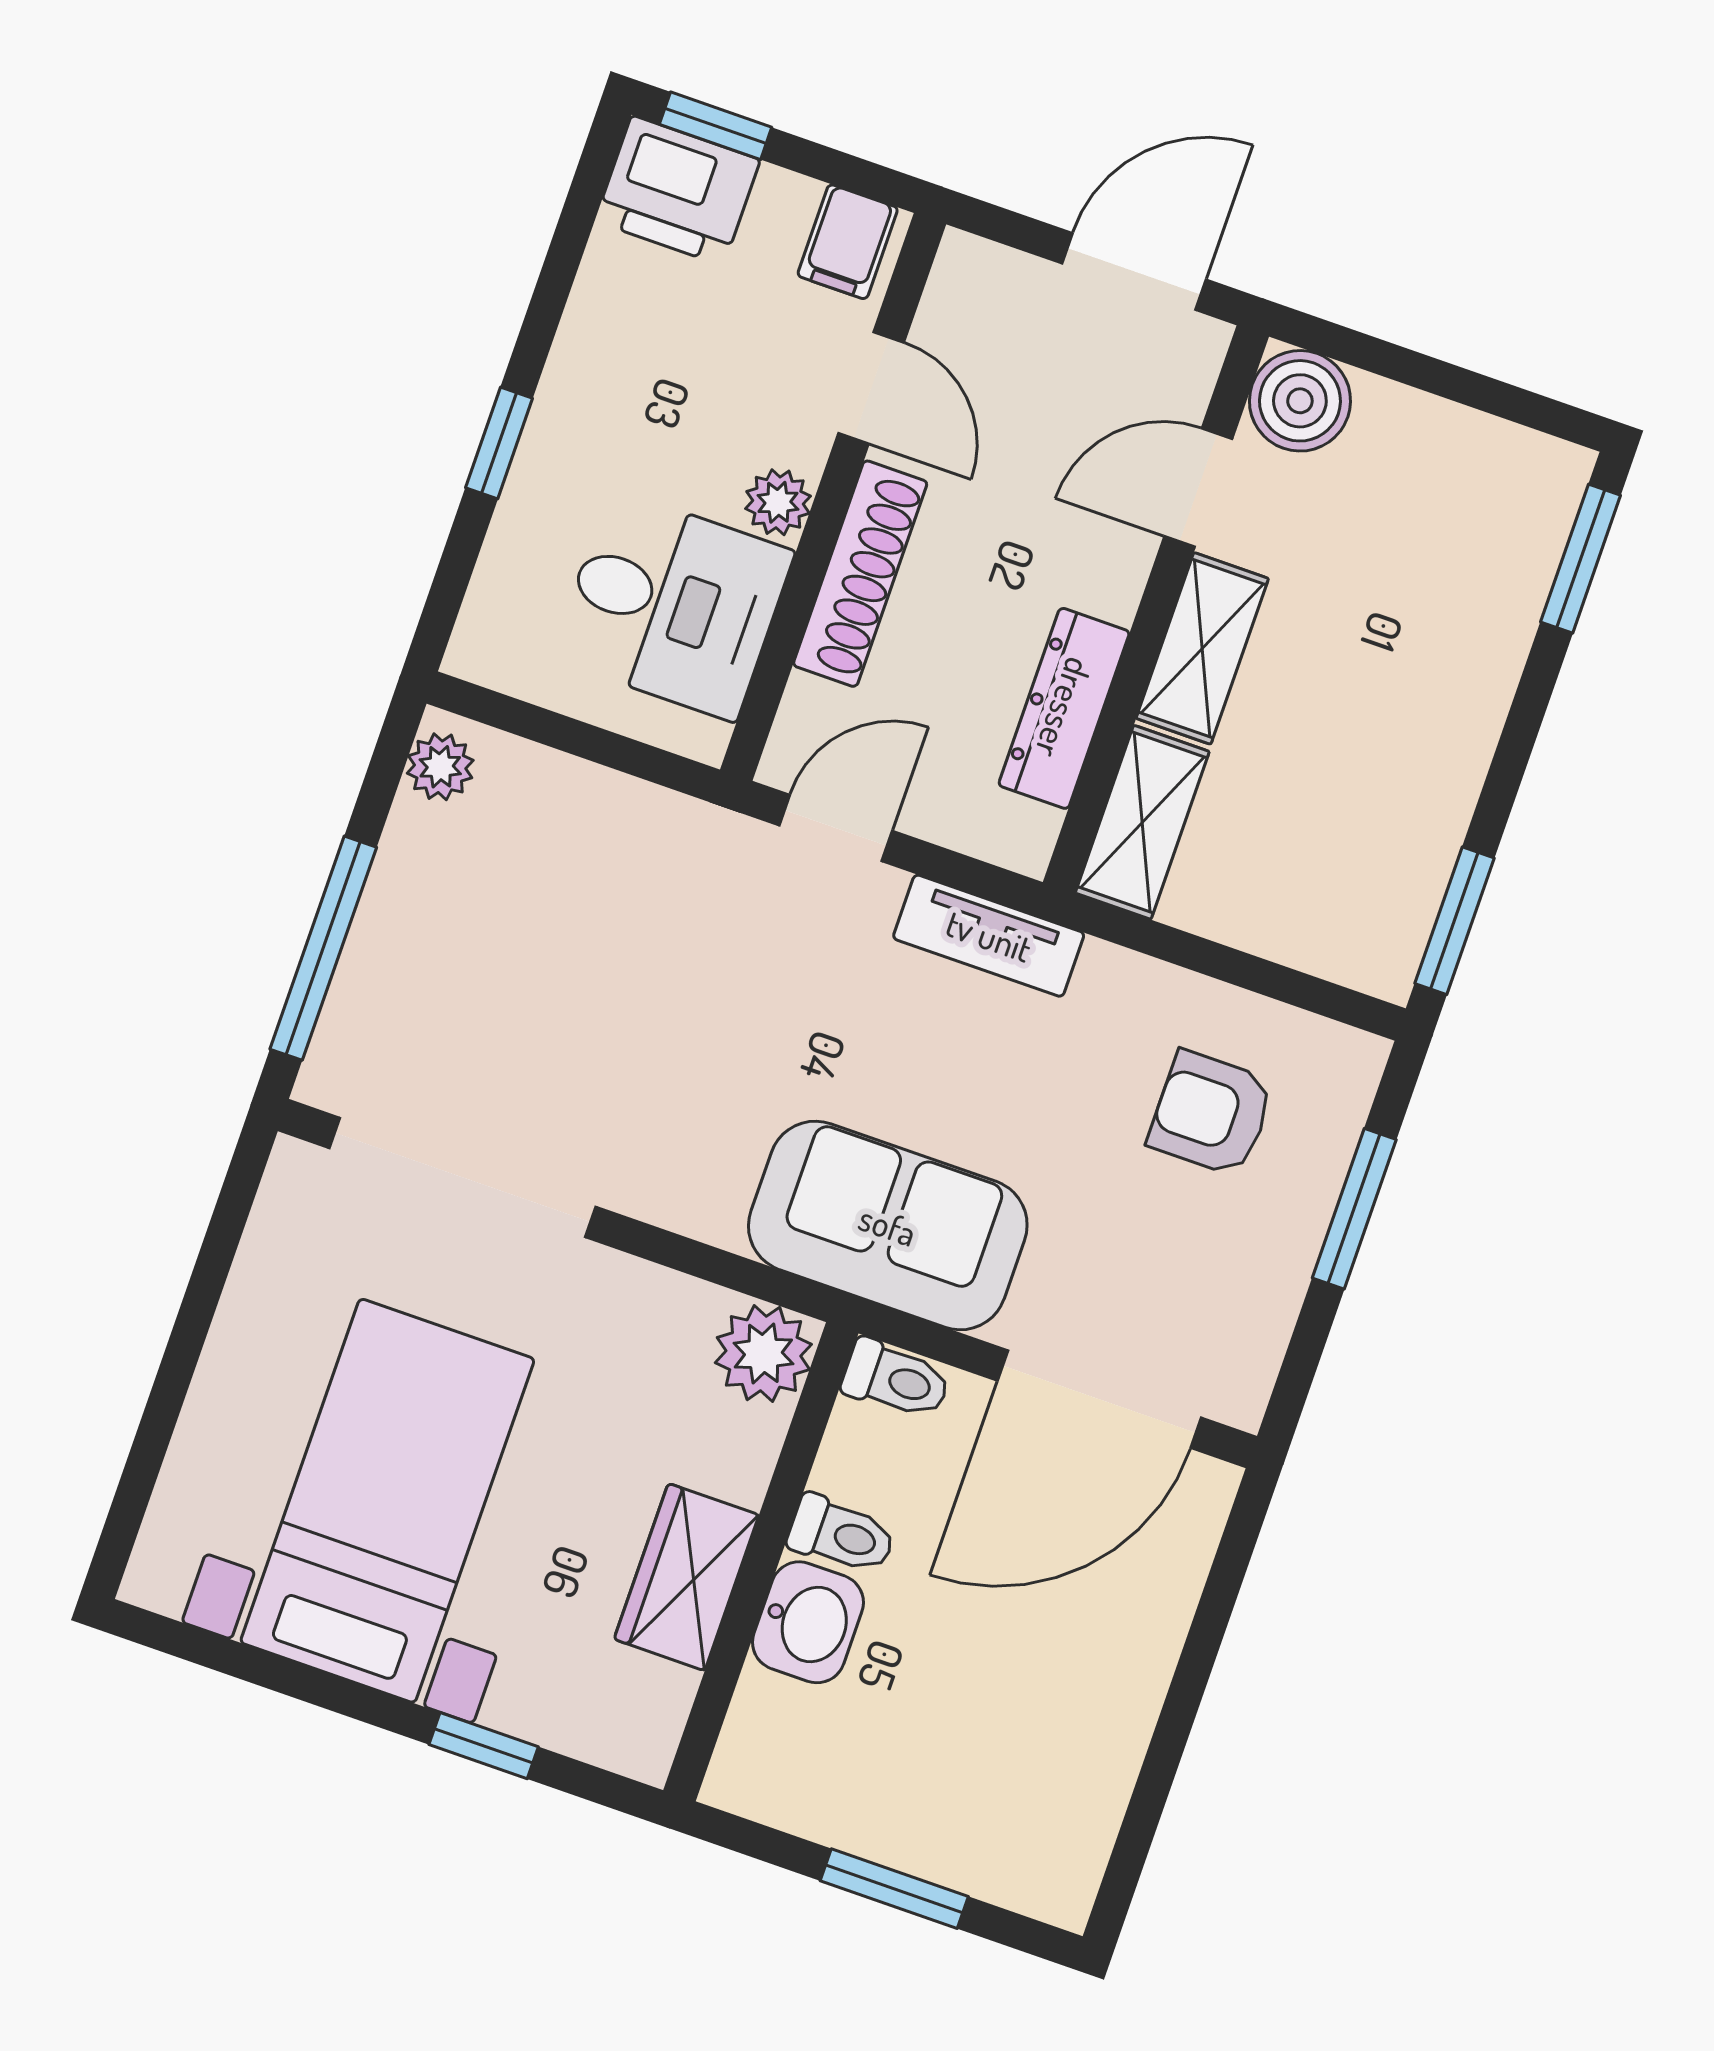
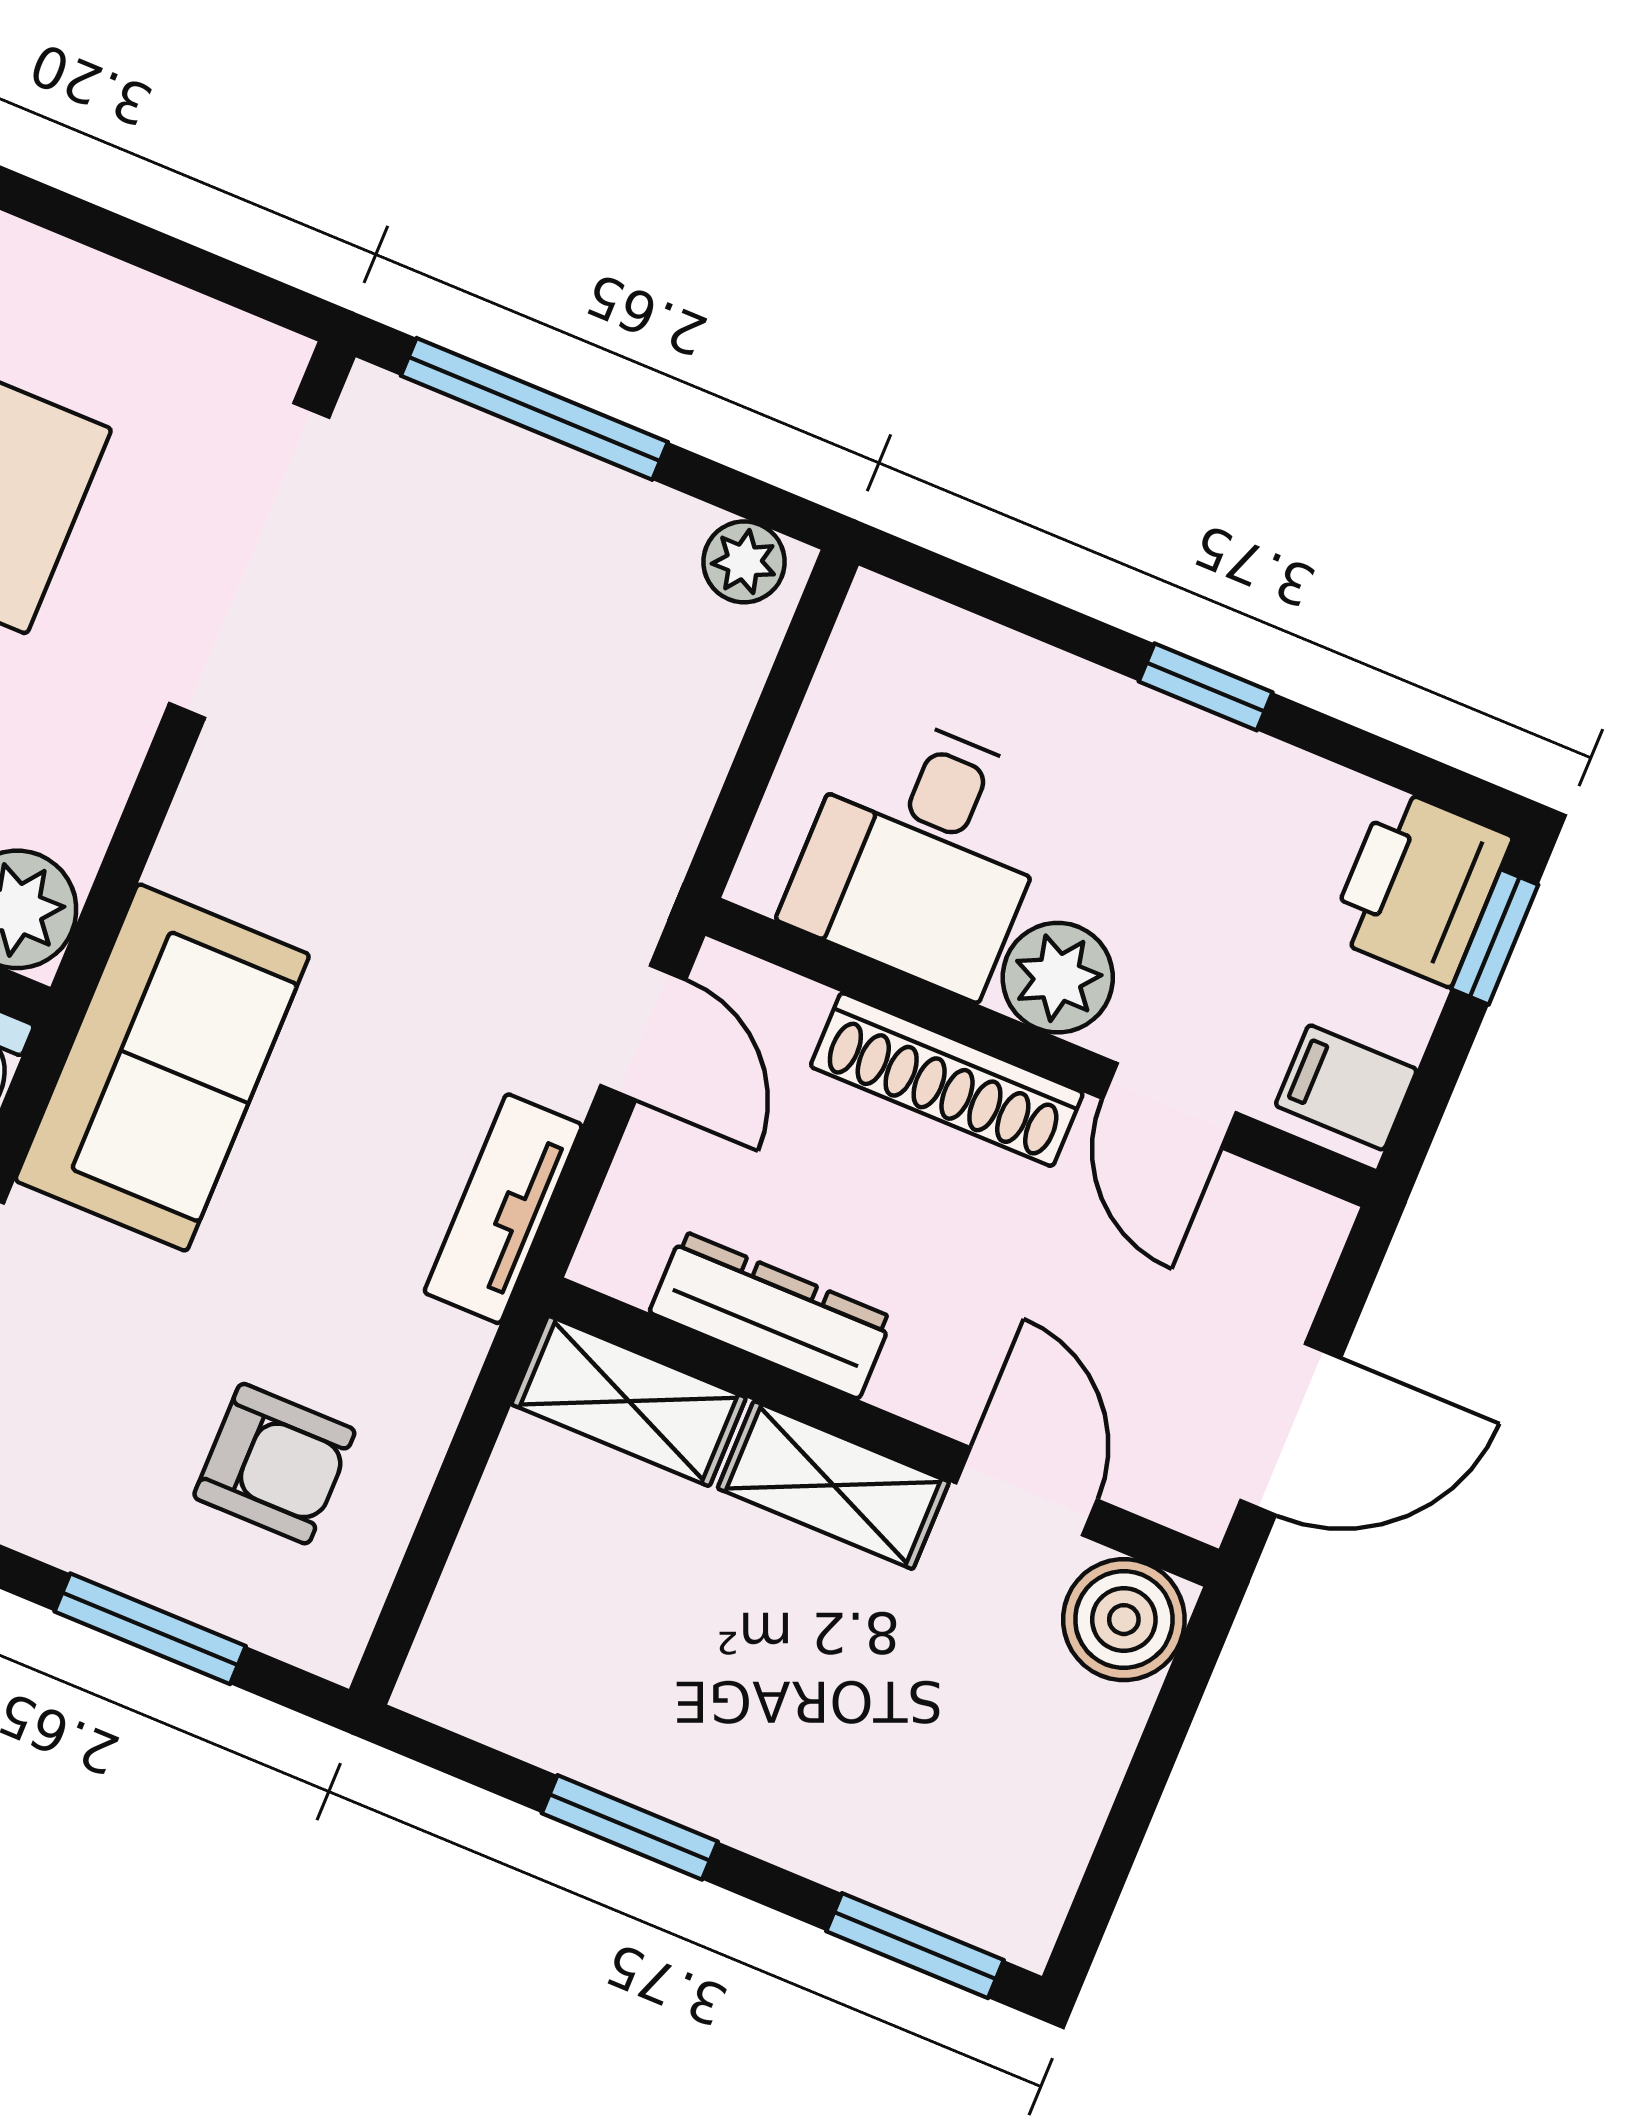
door: (1134, 272) -> (1291, 1429), hinge flipped
door: (871, 388) -> (1169, 1106), hinge flipped
window: (499, 443) -> (1206, 687), moved
plant: (778, 502) -> (1058, 978), width x1.38, depth x1.38
window: (1454, 921) -> (630, 1827), moved
armchair: (1211, 1113) -> (274, 1464), turned 90

